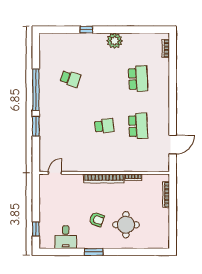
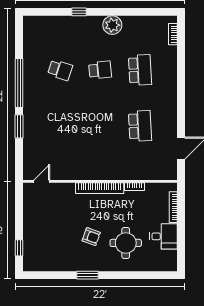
school desk: (104, 126) -> (100, 70), moved
desk: (66, 237) -> (164, 236), moved, turned -90

